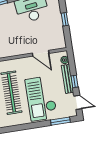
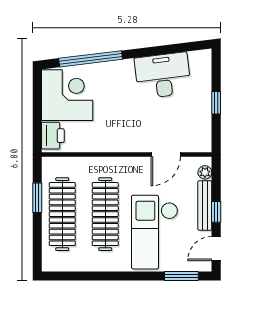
door: (41, 53) -> (166, 155), hinge flipped
door: (78, 102) -> (216, 249), swing flipped

